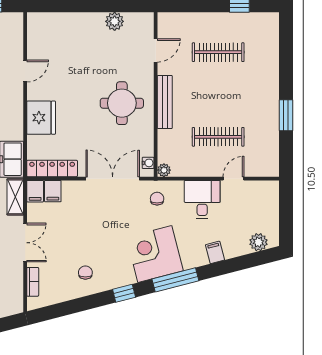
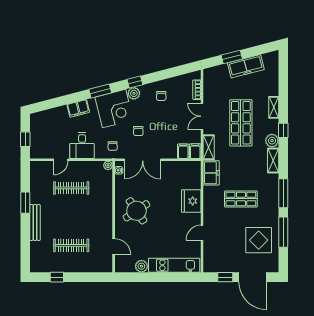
kitchen unit: (66, 23) -> (174, 265), added
door: (156, 50) -> (114, 247), swing flipped
bench: (165, 102) -> (35, 222), moved
round table: (122, 103) -> (136, 211), turned -34
locker: (52, 168) -> (184, 167), removed
window: (286, 209) -> (25, 139), added
chair: (119, 221) -> (138, 131), added
plant: (258, 242) -> (134, 93), moved
filing cabinet: (215, 252) -> (78, 108), width x2.00
window: (175, 280) -> (100, 91), width x0.69

